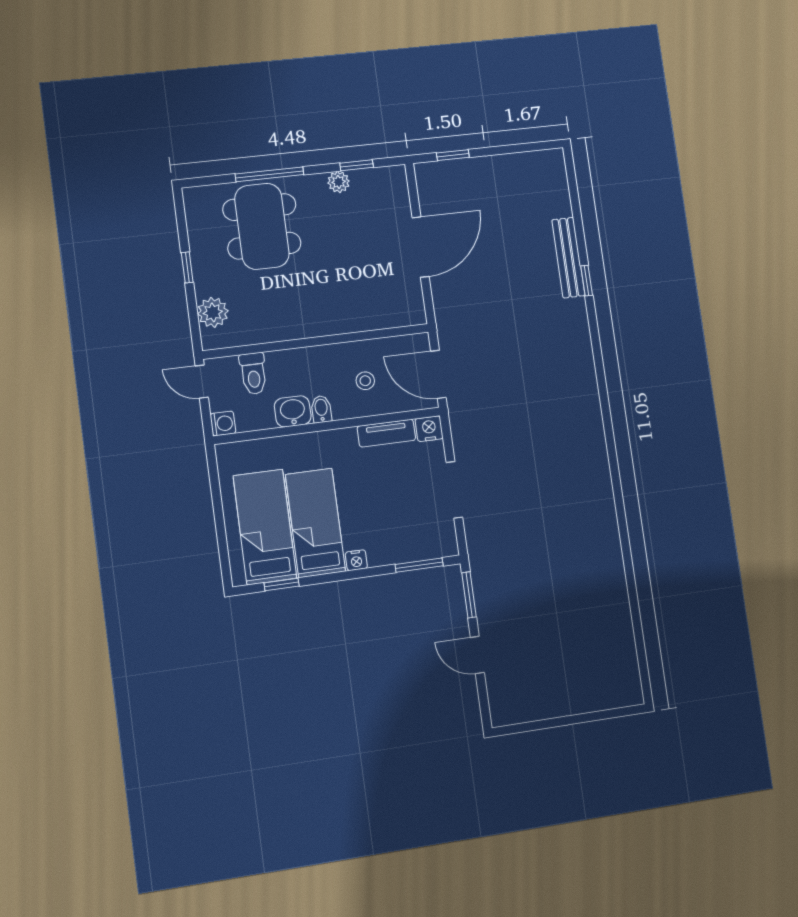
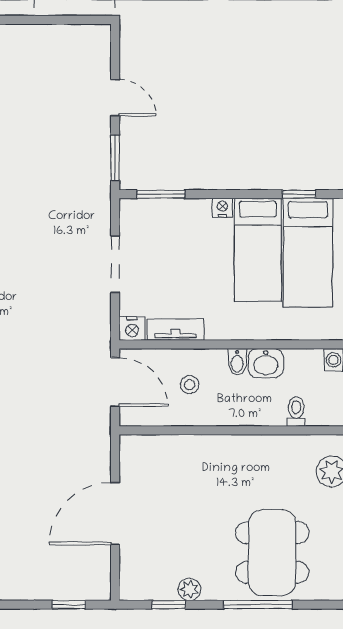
toilet: (253, 373) -> (296, 411), width x0.73, depth x0.72

